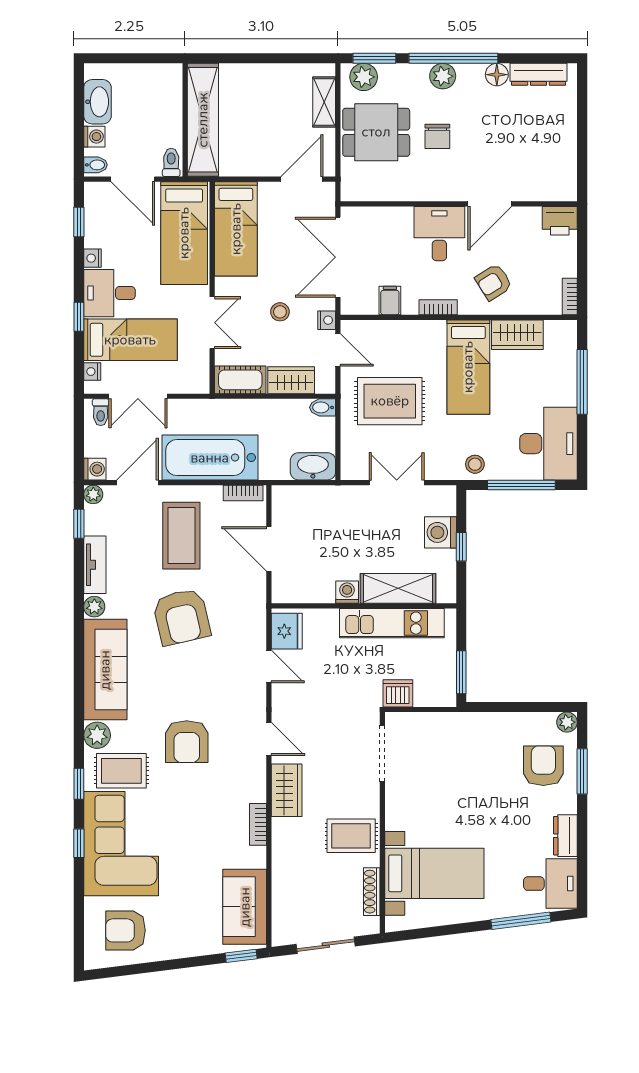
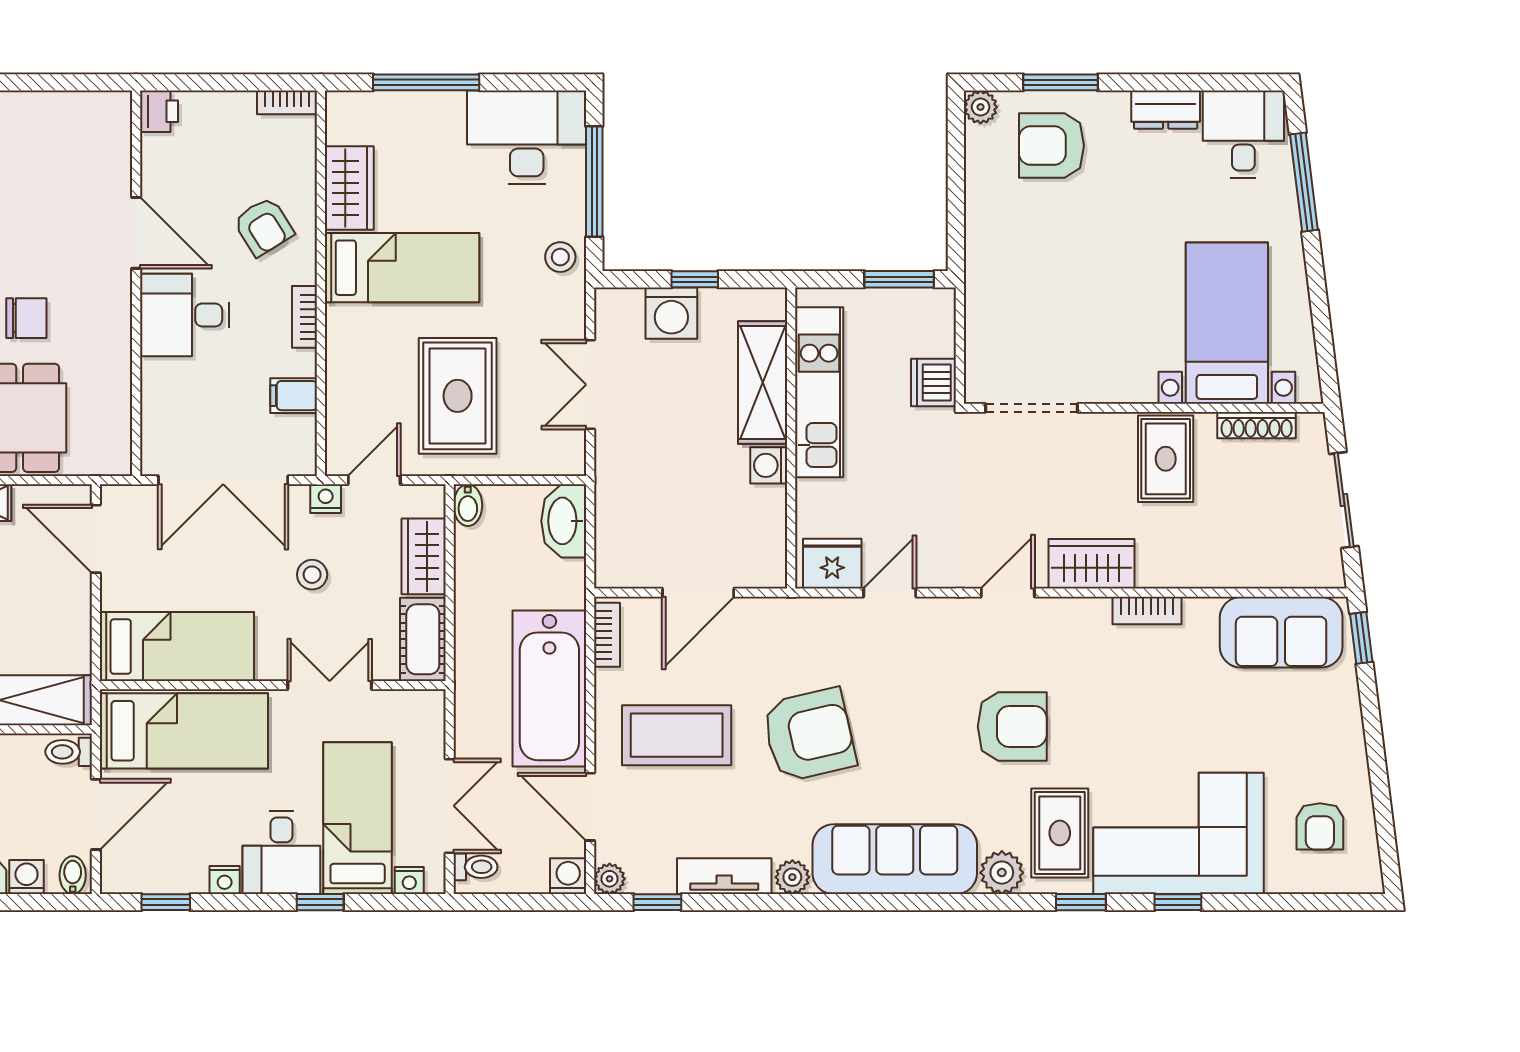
printer: (560, 221) -> (159, 111), width x0.73, depth x0.81
armchair: (125, 930) -> (1320, 826), width x0.72, depth x0.72

